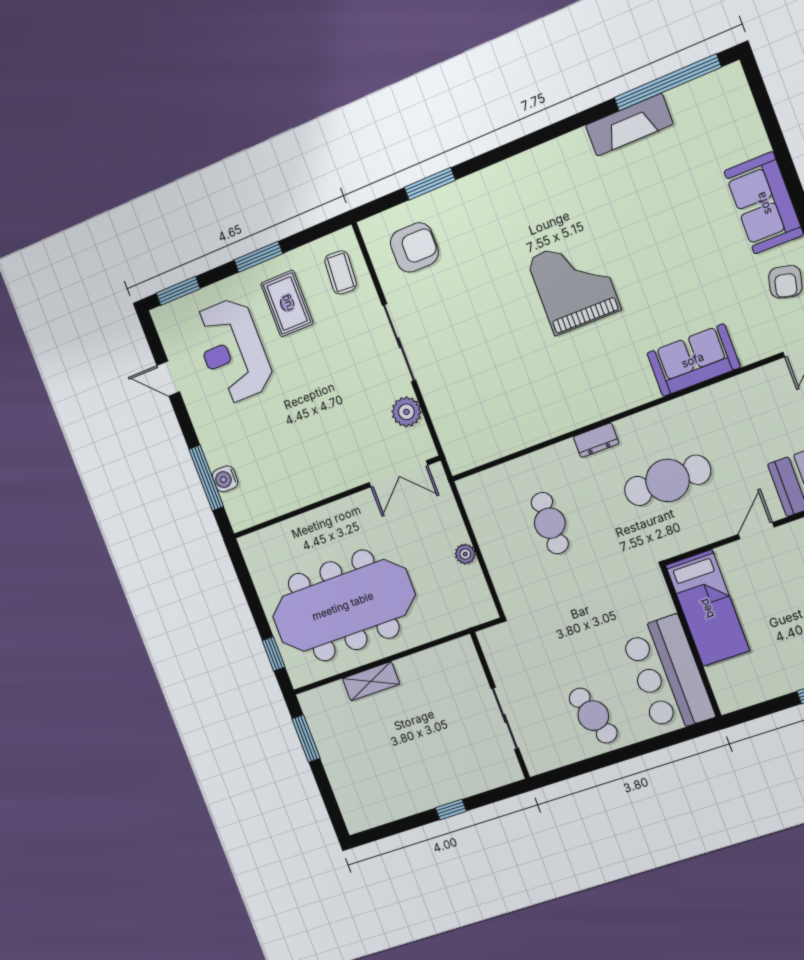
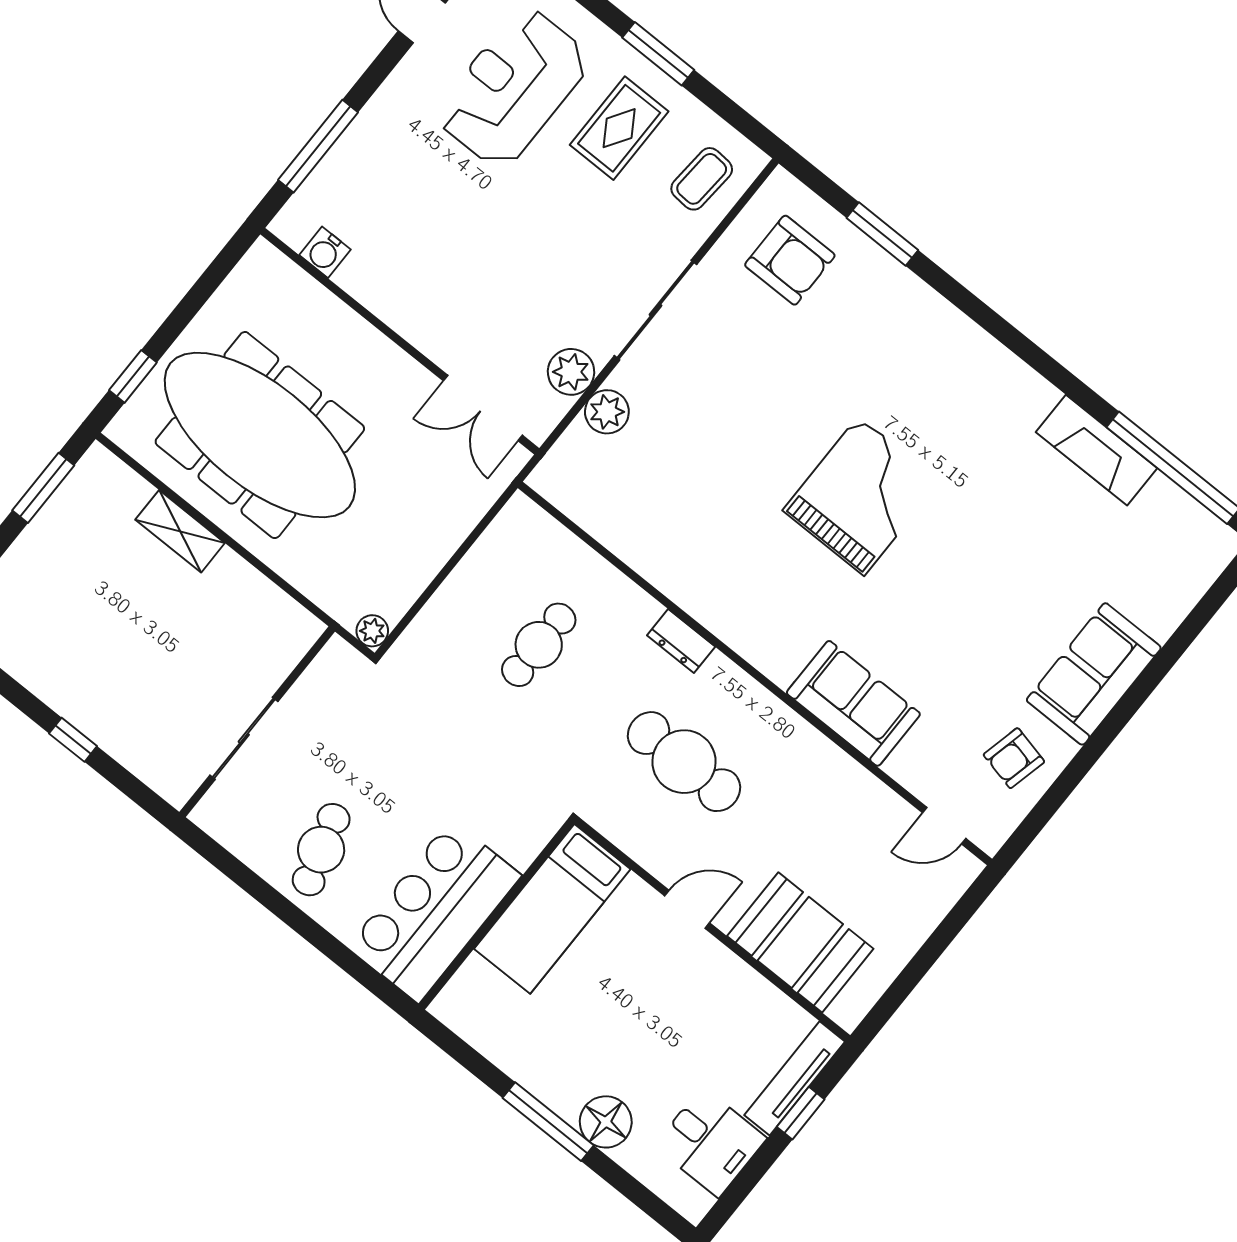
plant: (440, 405) -> (607, 412), added
water cooler: (225, 479) -> (325, 252), moved, turned -90
plant: (465, 554) -> (372, 631), moved

